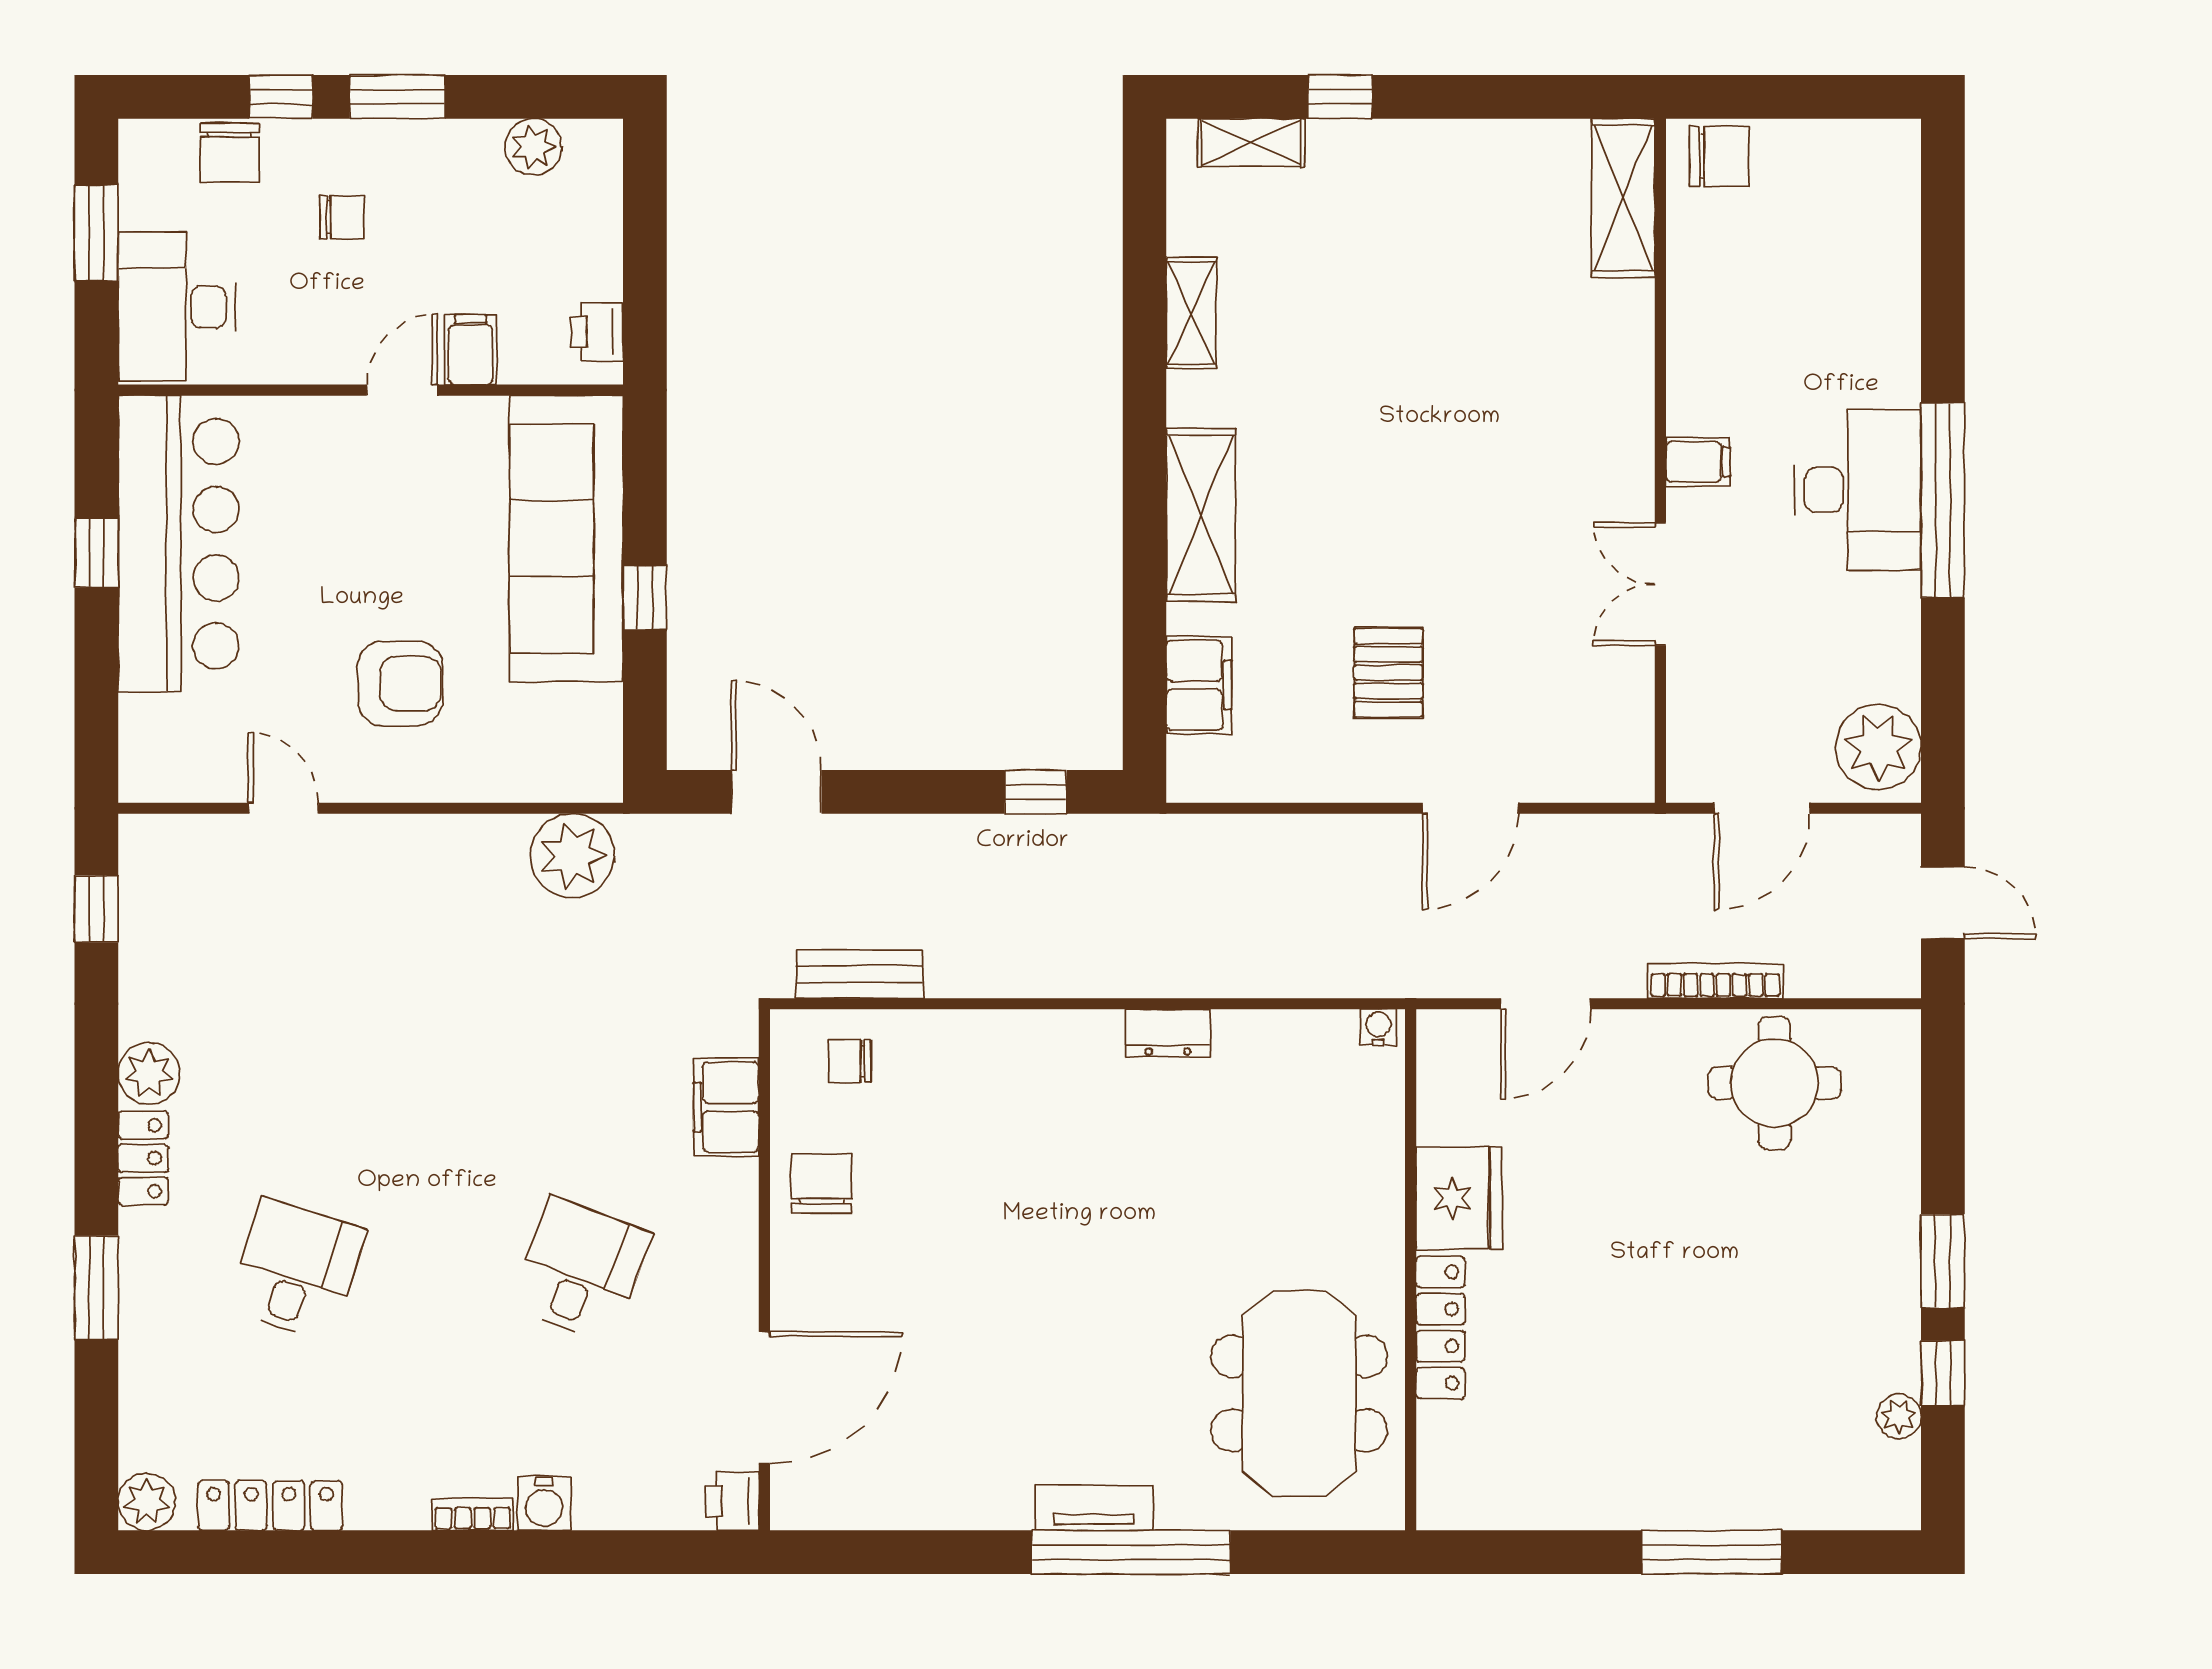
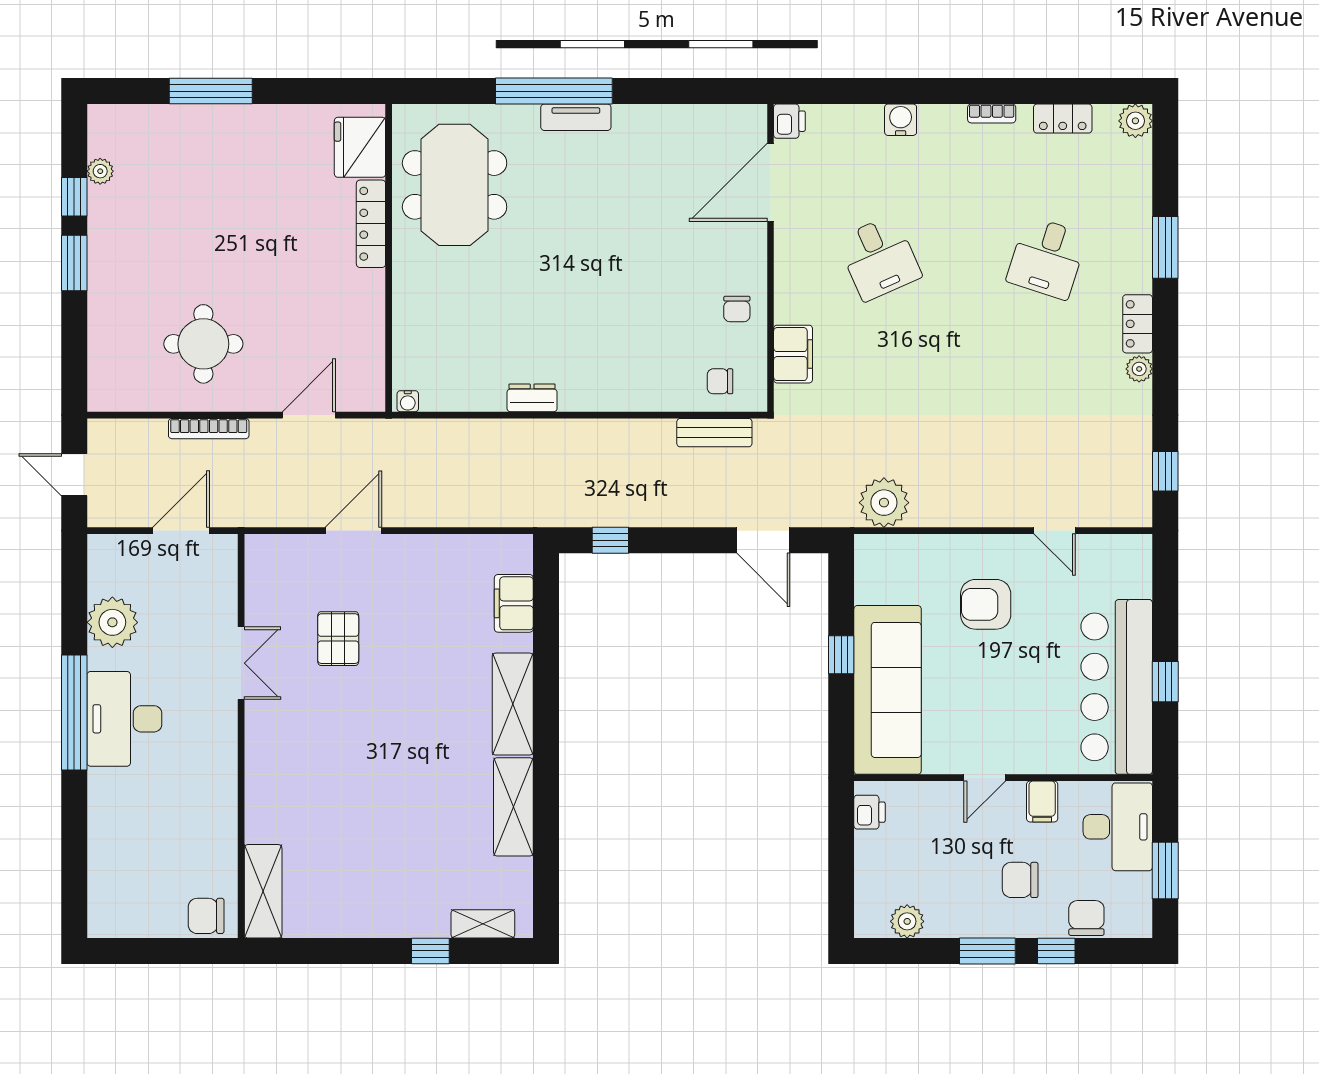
chair: (342, 217) -> (1020, 880), width x1.37, depth x1.37
shelving: (1191, 313) -> (513, 807), width x1.50, depth x1.33
filing cabinet: (471, 350) -> (1042, 802), moved
filing cabinet: (1698, 462) -> (219, 735), removed
pallet: (1388, 673) -> (338, 639), moved
plant: (1878, 747) -> (112, 622), moved
chair: (850, 1061) -> (720, 381), turned 180
plant: (149, 1074) -> (1139, 369), width x0.73, depth x0.73
round table: (1775, 1083) -> (203, 344), moved
chair: (821, 1183) -> (737, 309), width x0.73, depth x0.73
fridge: (1459, 1198) -> (360, 147), moved
desk: (580, 1270) -> (879, 258), turned -45
locker: (270, 1506) -> (1063, 119), width x0.66
bookcase: (473, 1514) -> (992, 113), moved

